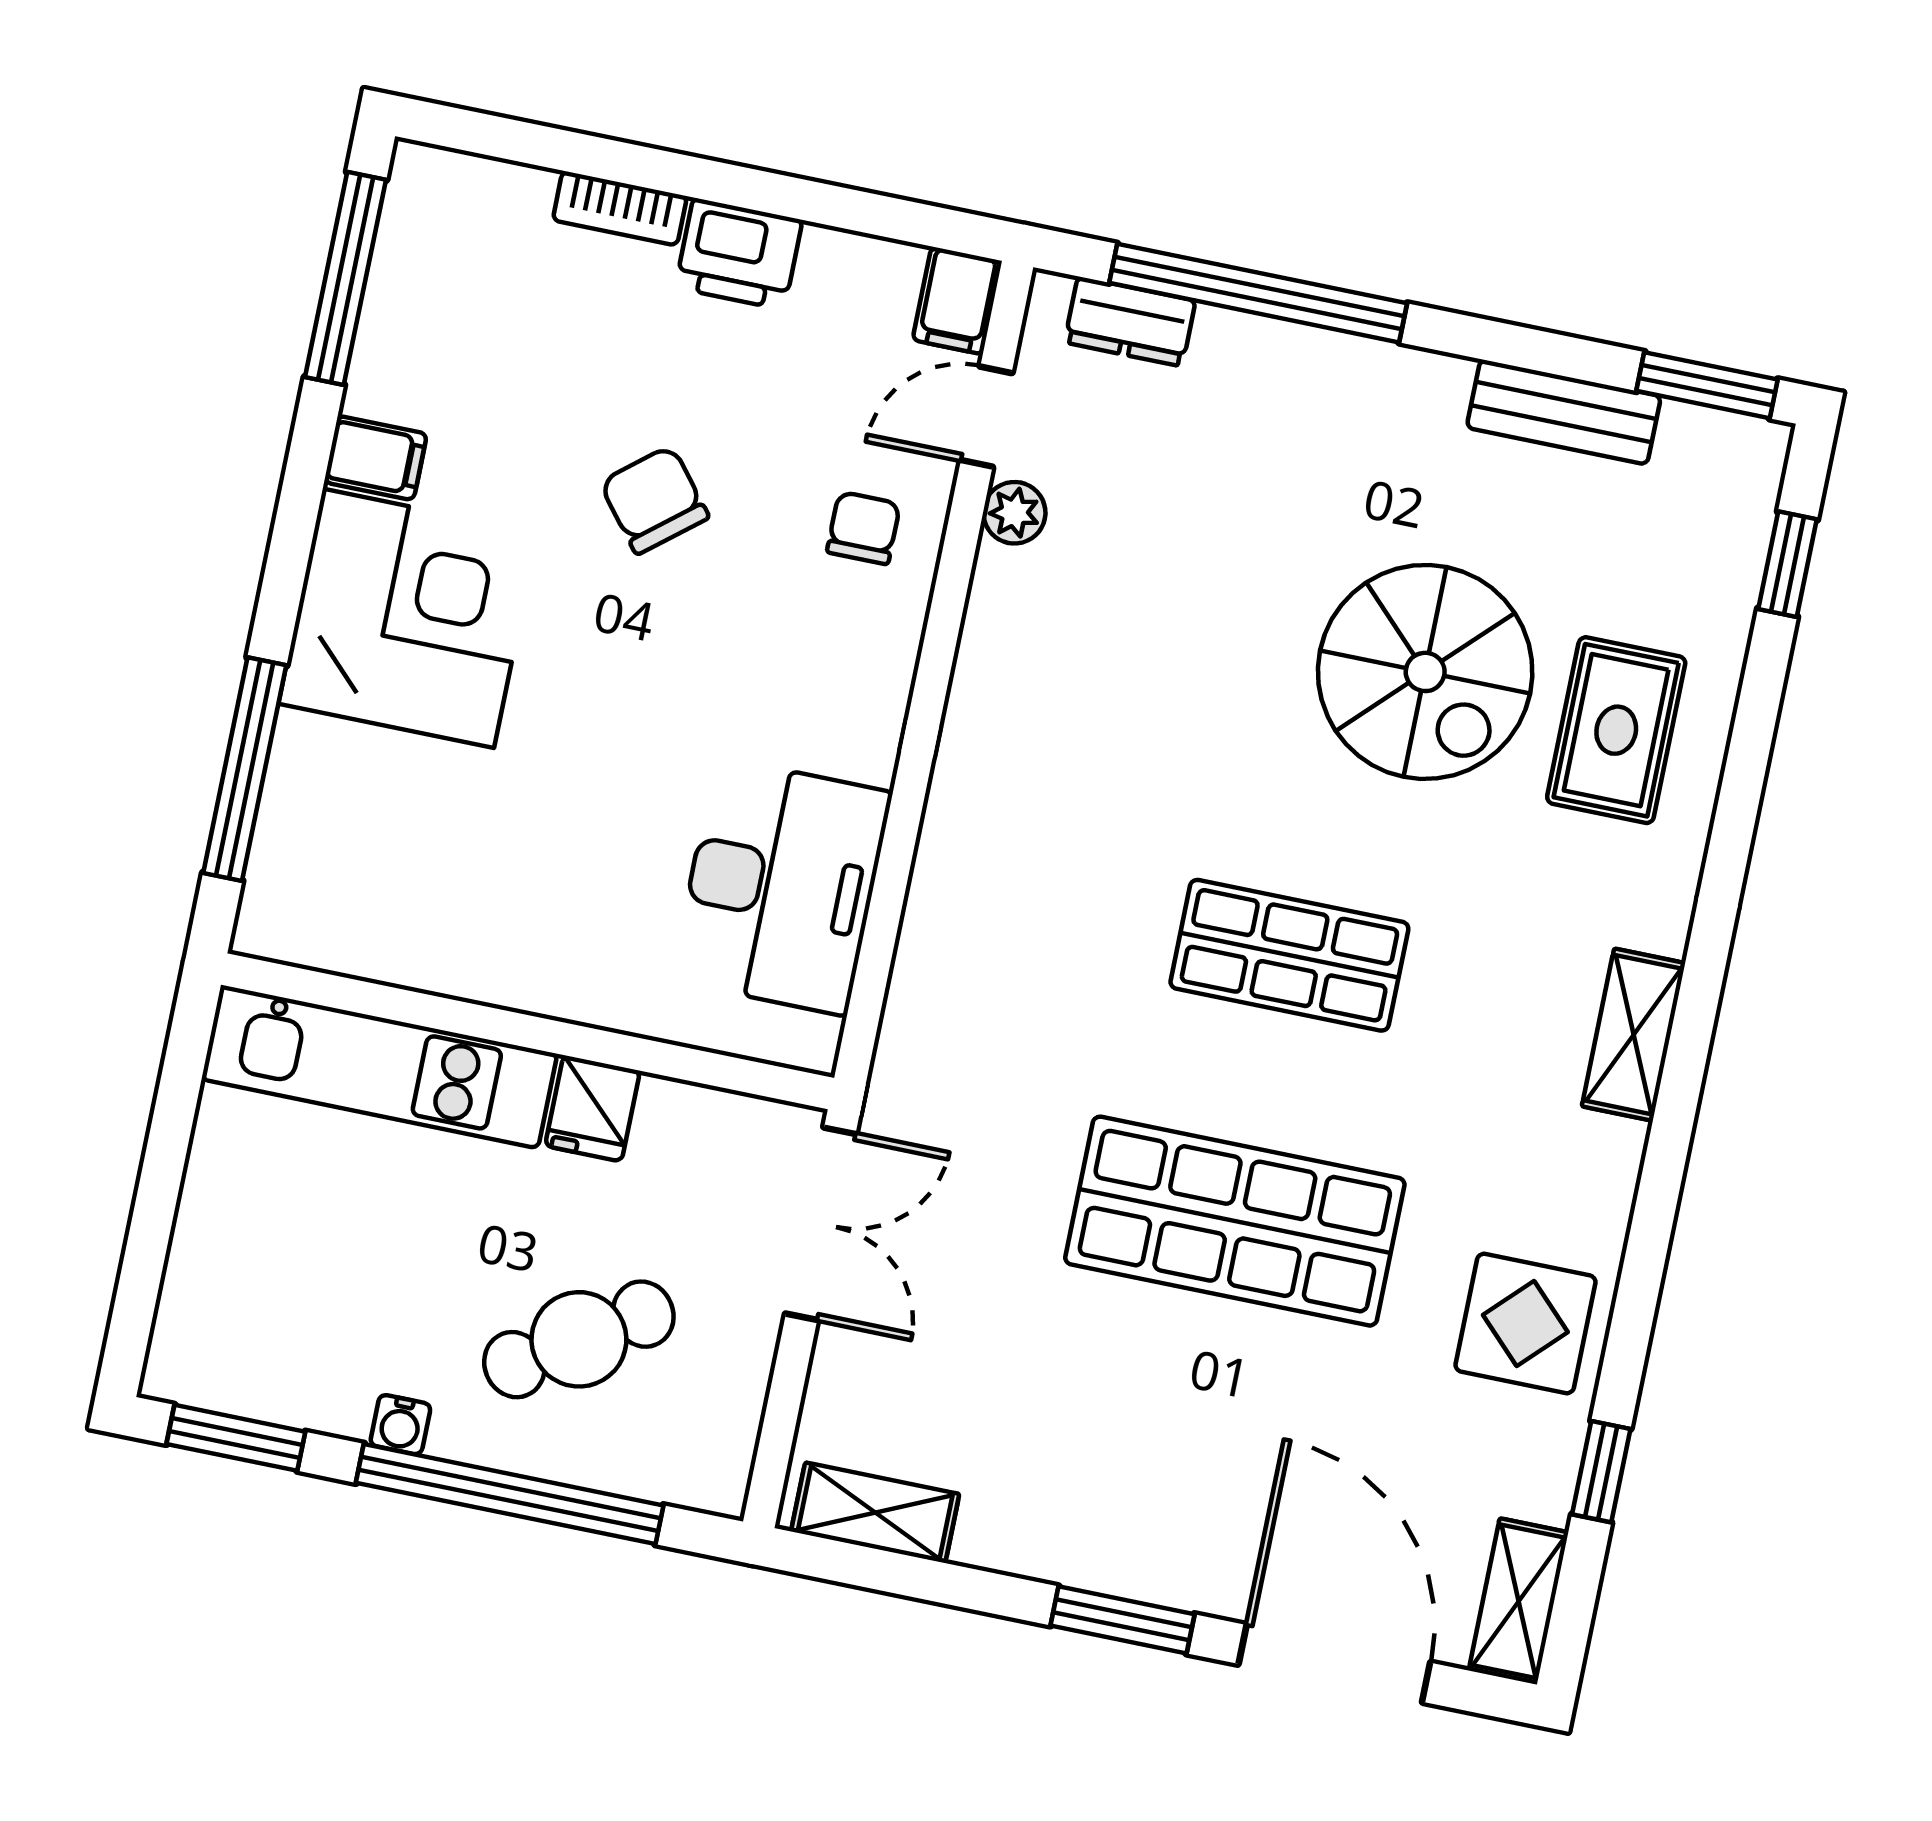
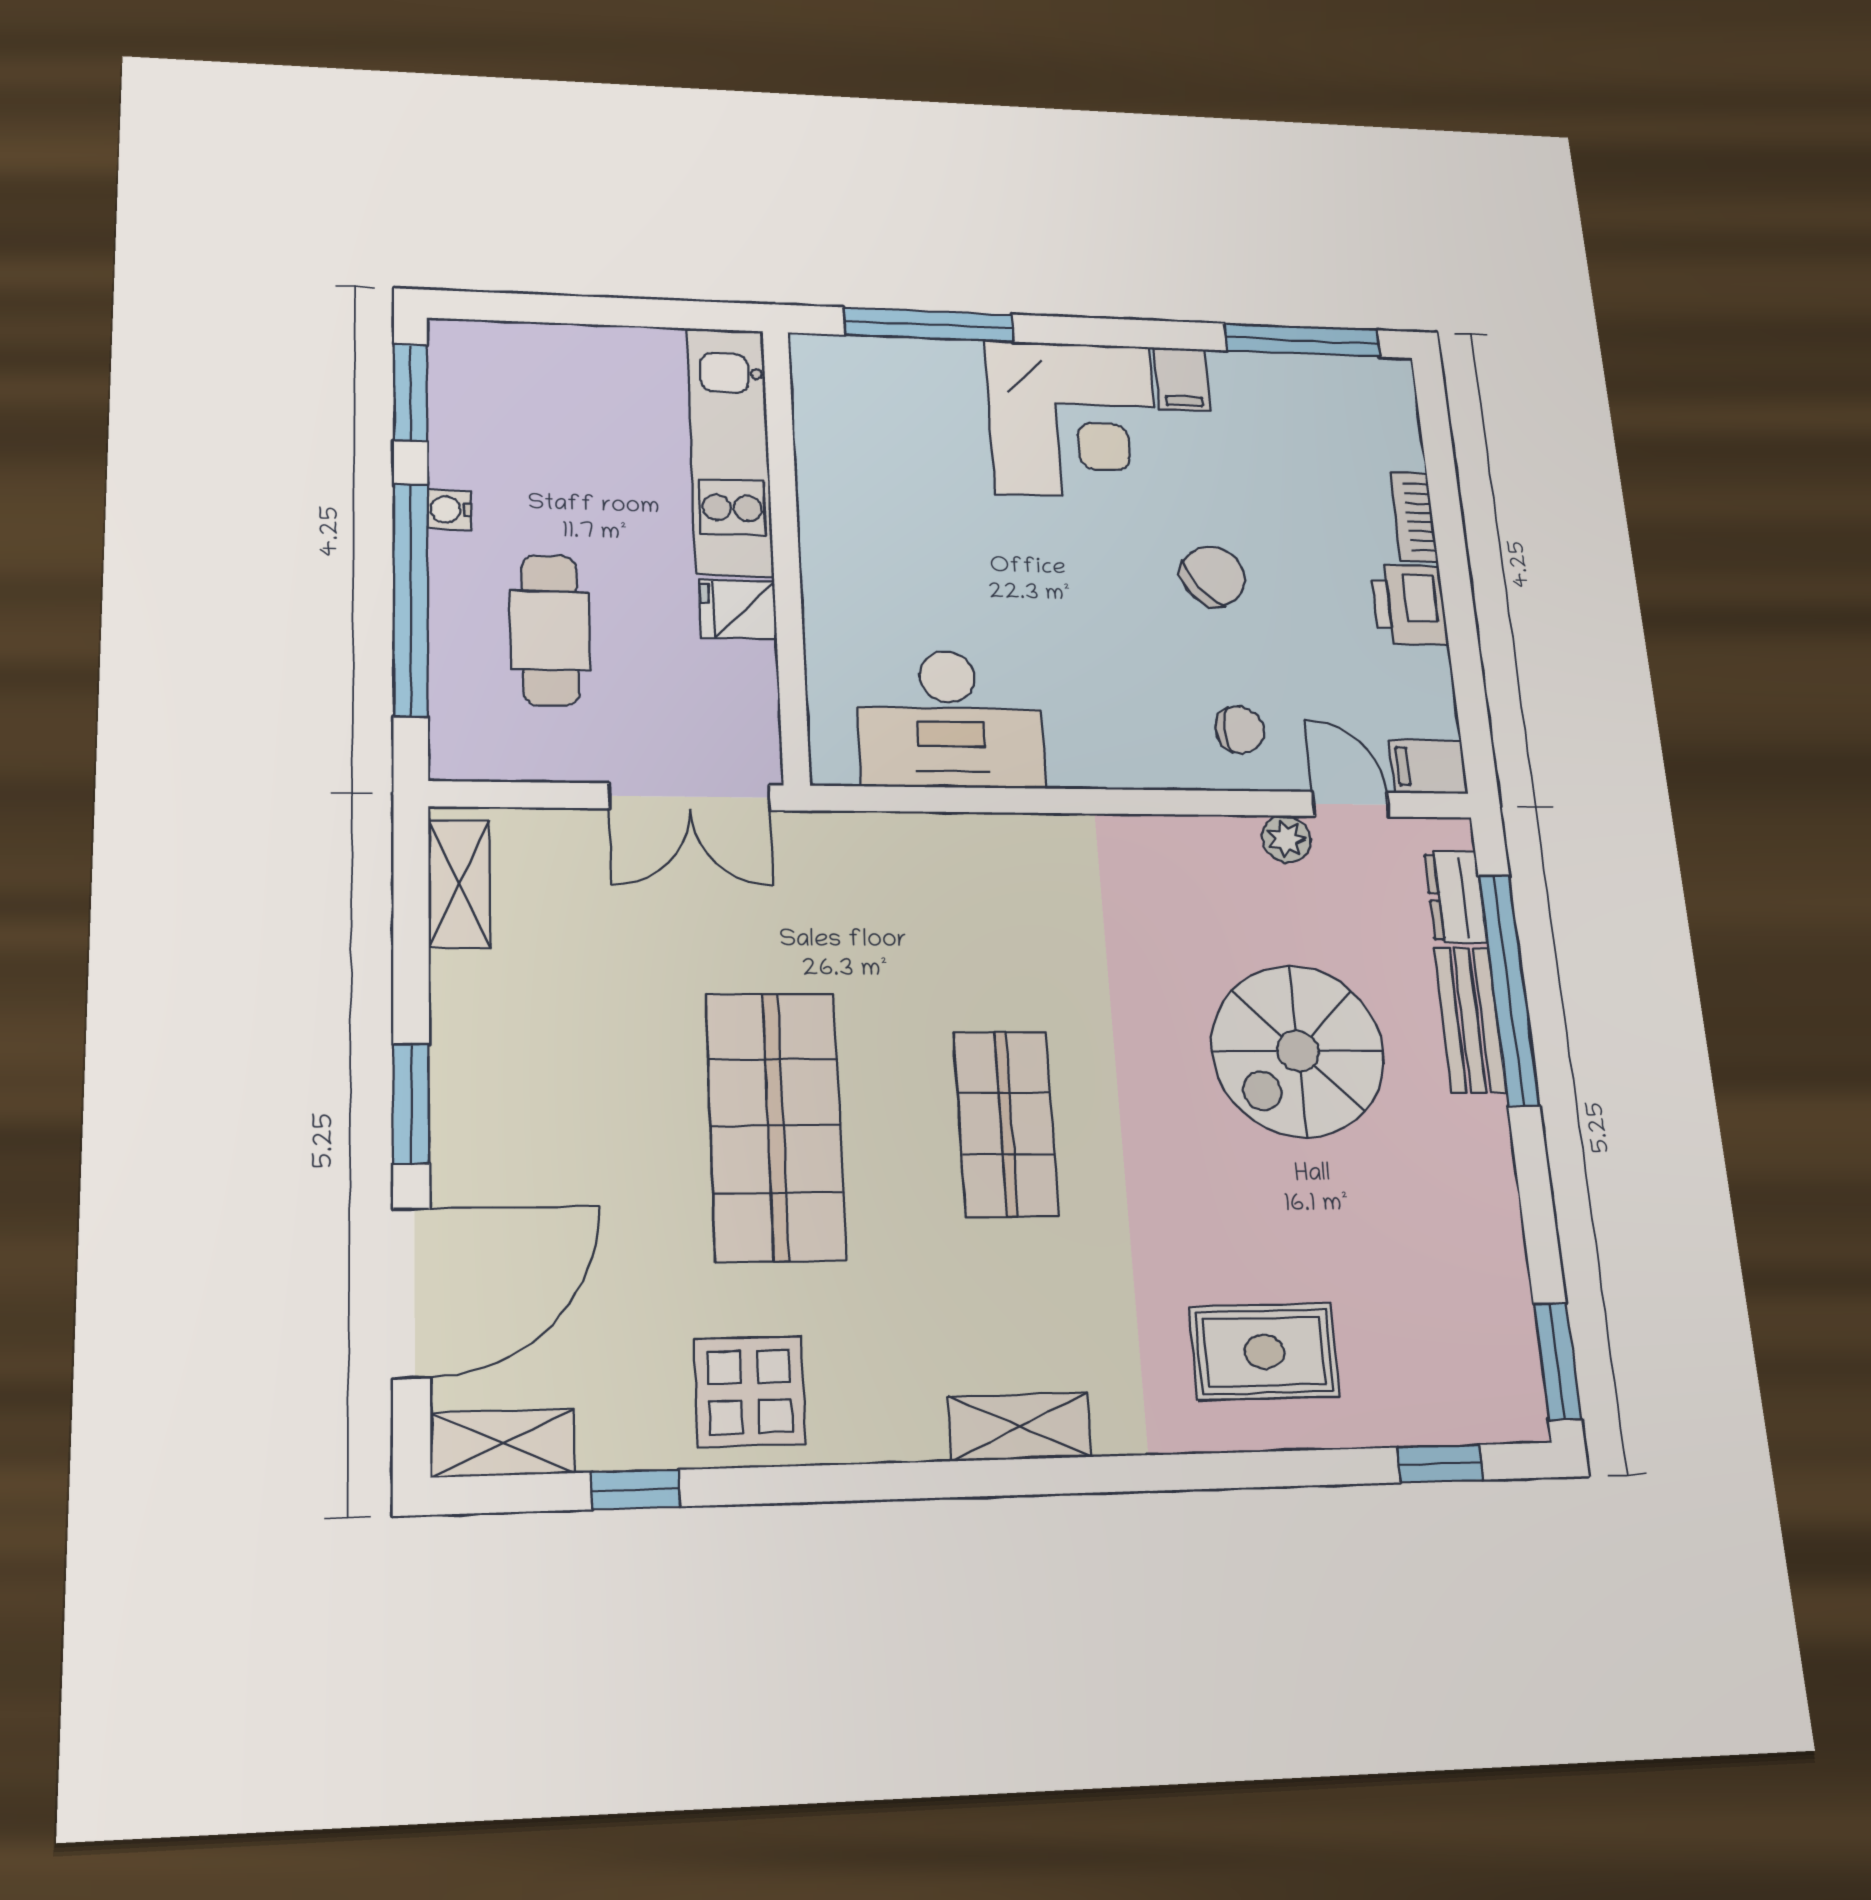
bench: (1564, 412) -> (1470, 1020), moved
spiral stairs: (1425, 672) -> (1298, 1051), moved
cafe table: (579, 1339) -> (550, 630), turned 33

